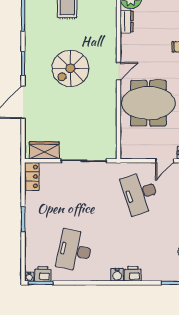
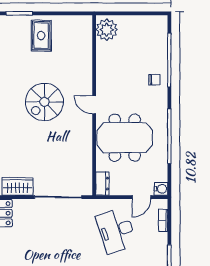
dresser: (127, 21) -> (102, 184), moved
door: (119, 71) -> (94, 105), swing flipped

